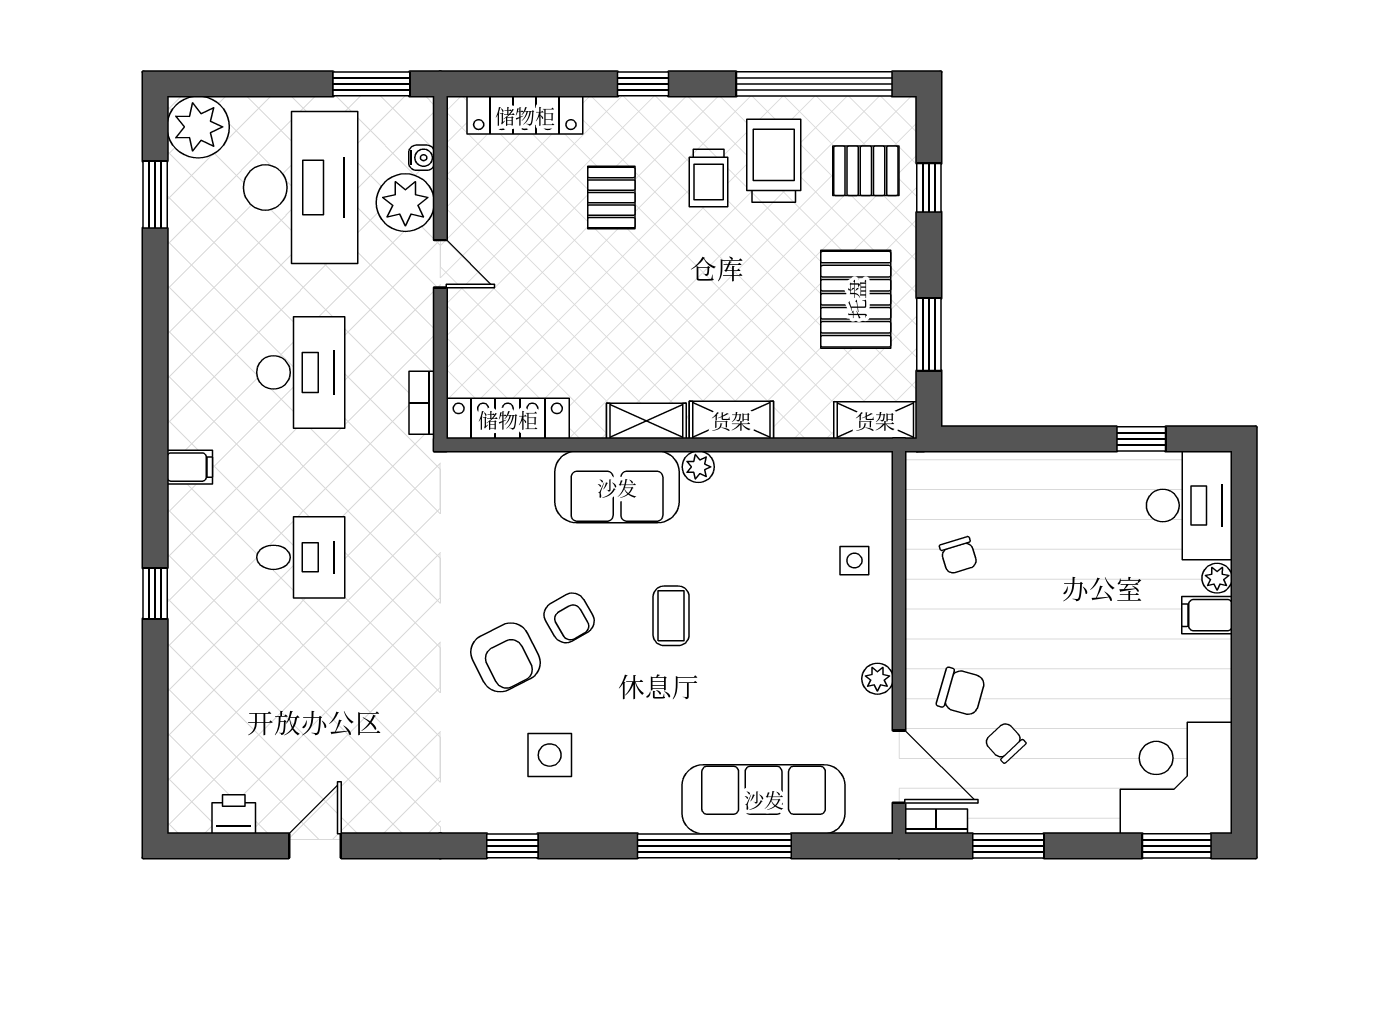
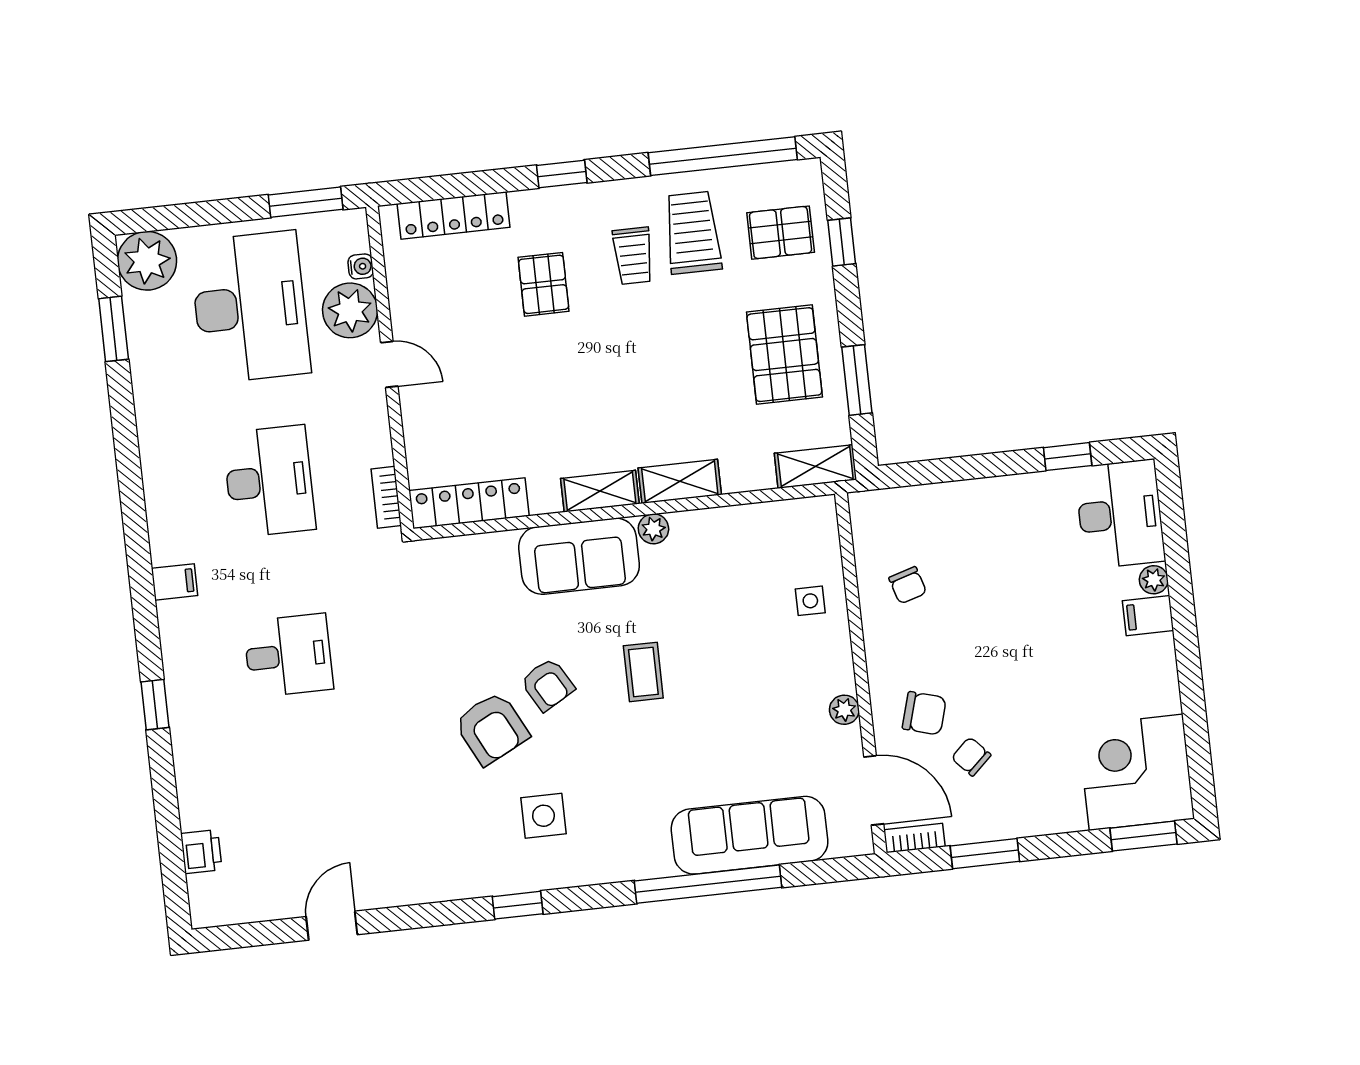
printer: (234, 814) -> (201, 852), moved, turned 90

